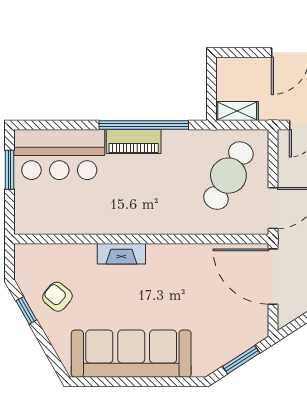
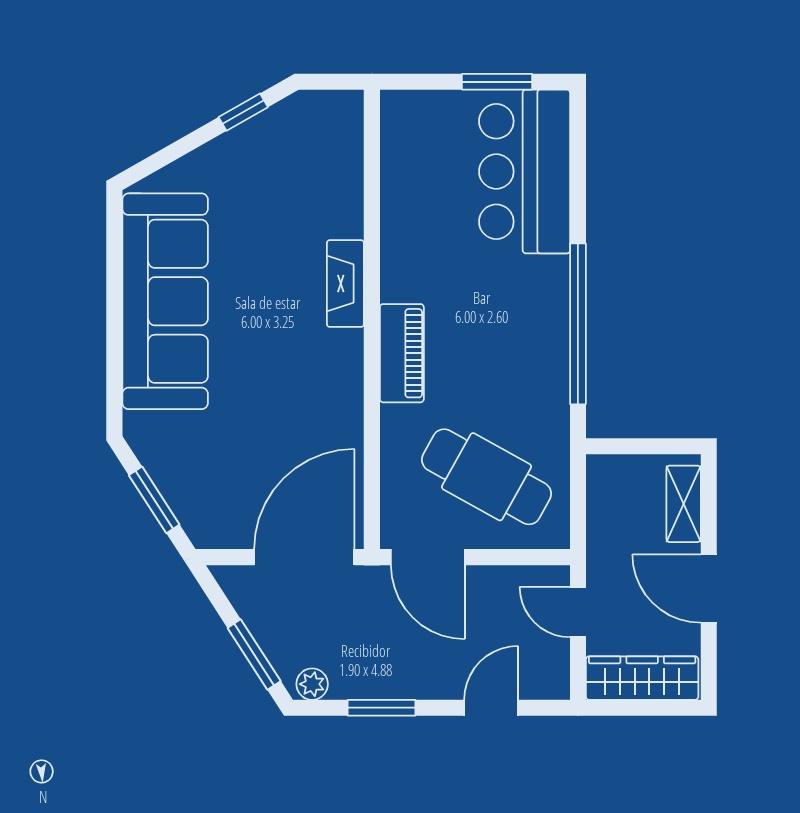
shelving: (237, 111) -> (684, 504), moved
piano: (134, 141) -> (402, 353), moved, turned 180
armchair: (57, 297) -> (268, 168), removed

